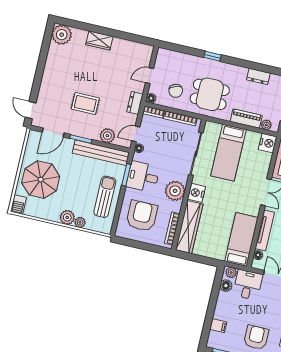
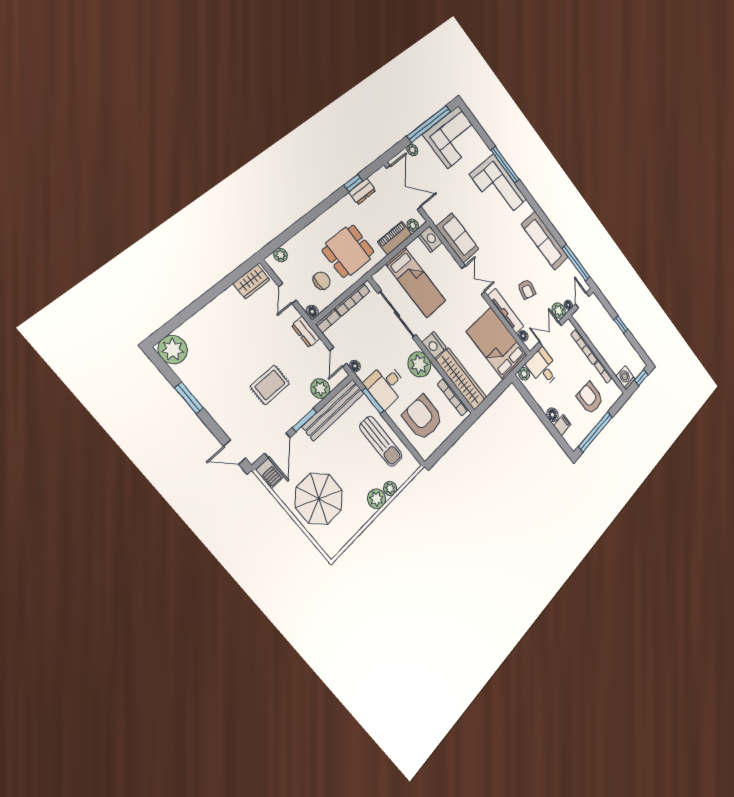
wardrobe: (99, 41) -> (251, 282), moved
plant: (170, 55) -> (281, 255), added
window: (212, 56) -> (353, 183), moved
window: (42, 63) -> (189, 398), added
chair: (176, 91) -> (322, 281), turned -71
sun lounger: (105, 197) -> (381, 441), turned 180
barbecue: (18, 204) -> (269, 473), moved
bed: (241, 239) -> (497, 343), width x1.50
floor lamp: (226, 286) -> (552, 415), moved

